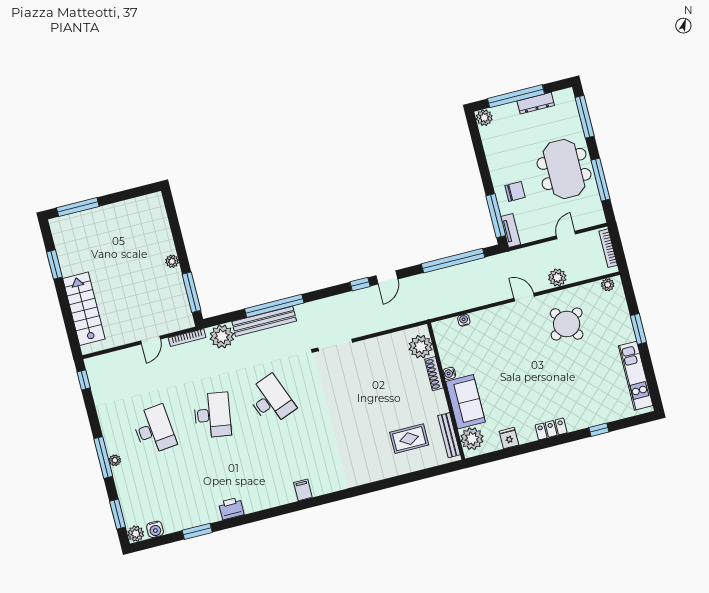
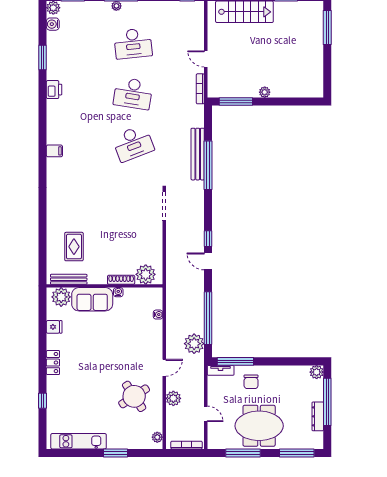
plant: (222, 336) -> (194, 344), moved

